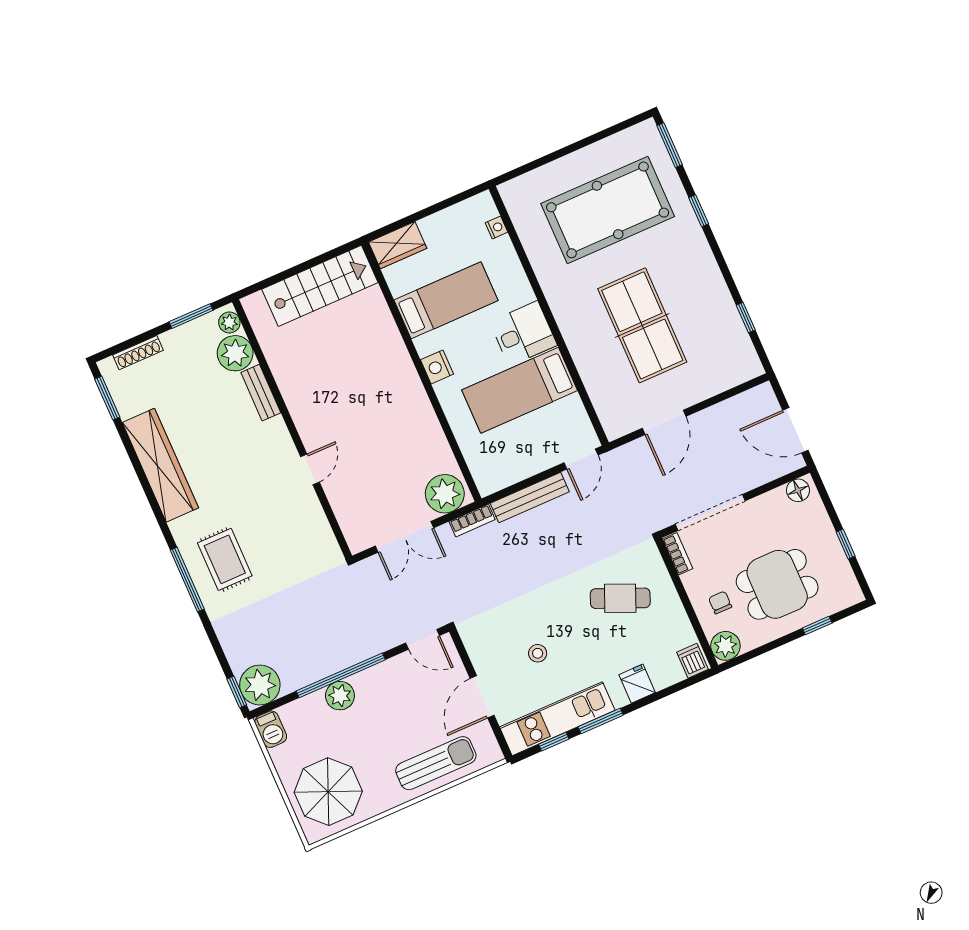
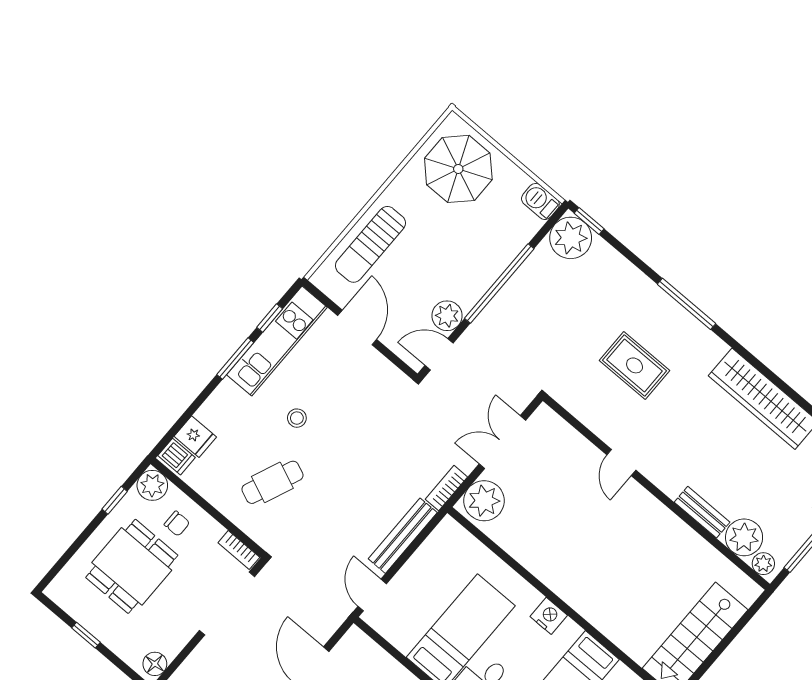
rug: (225, 559) -> (635, 365), moved
window: (817, 625) -> (115, 500), moved
stool: (538, 653) -> (297, 418), moved
fridge: (637, 684) -> (195, 437), moved
plant: (340, 696) -> (447, 316), moved

